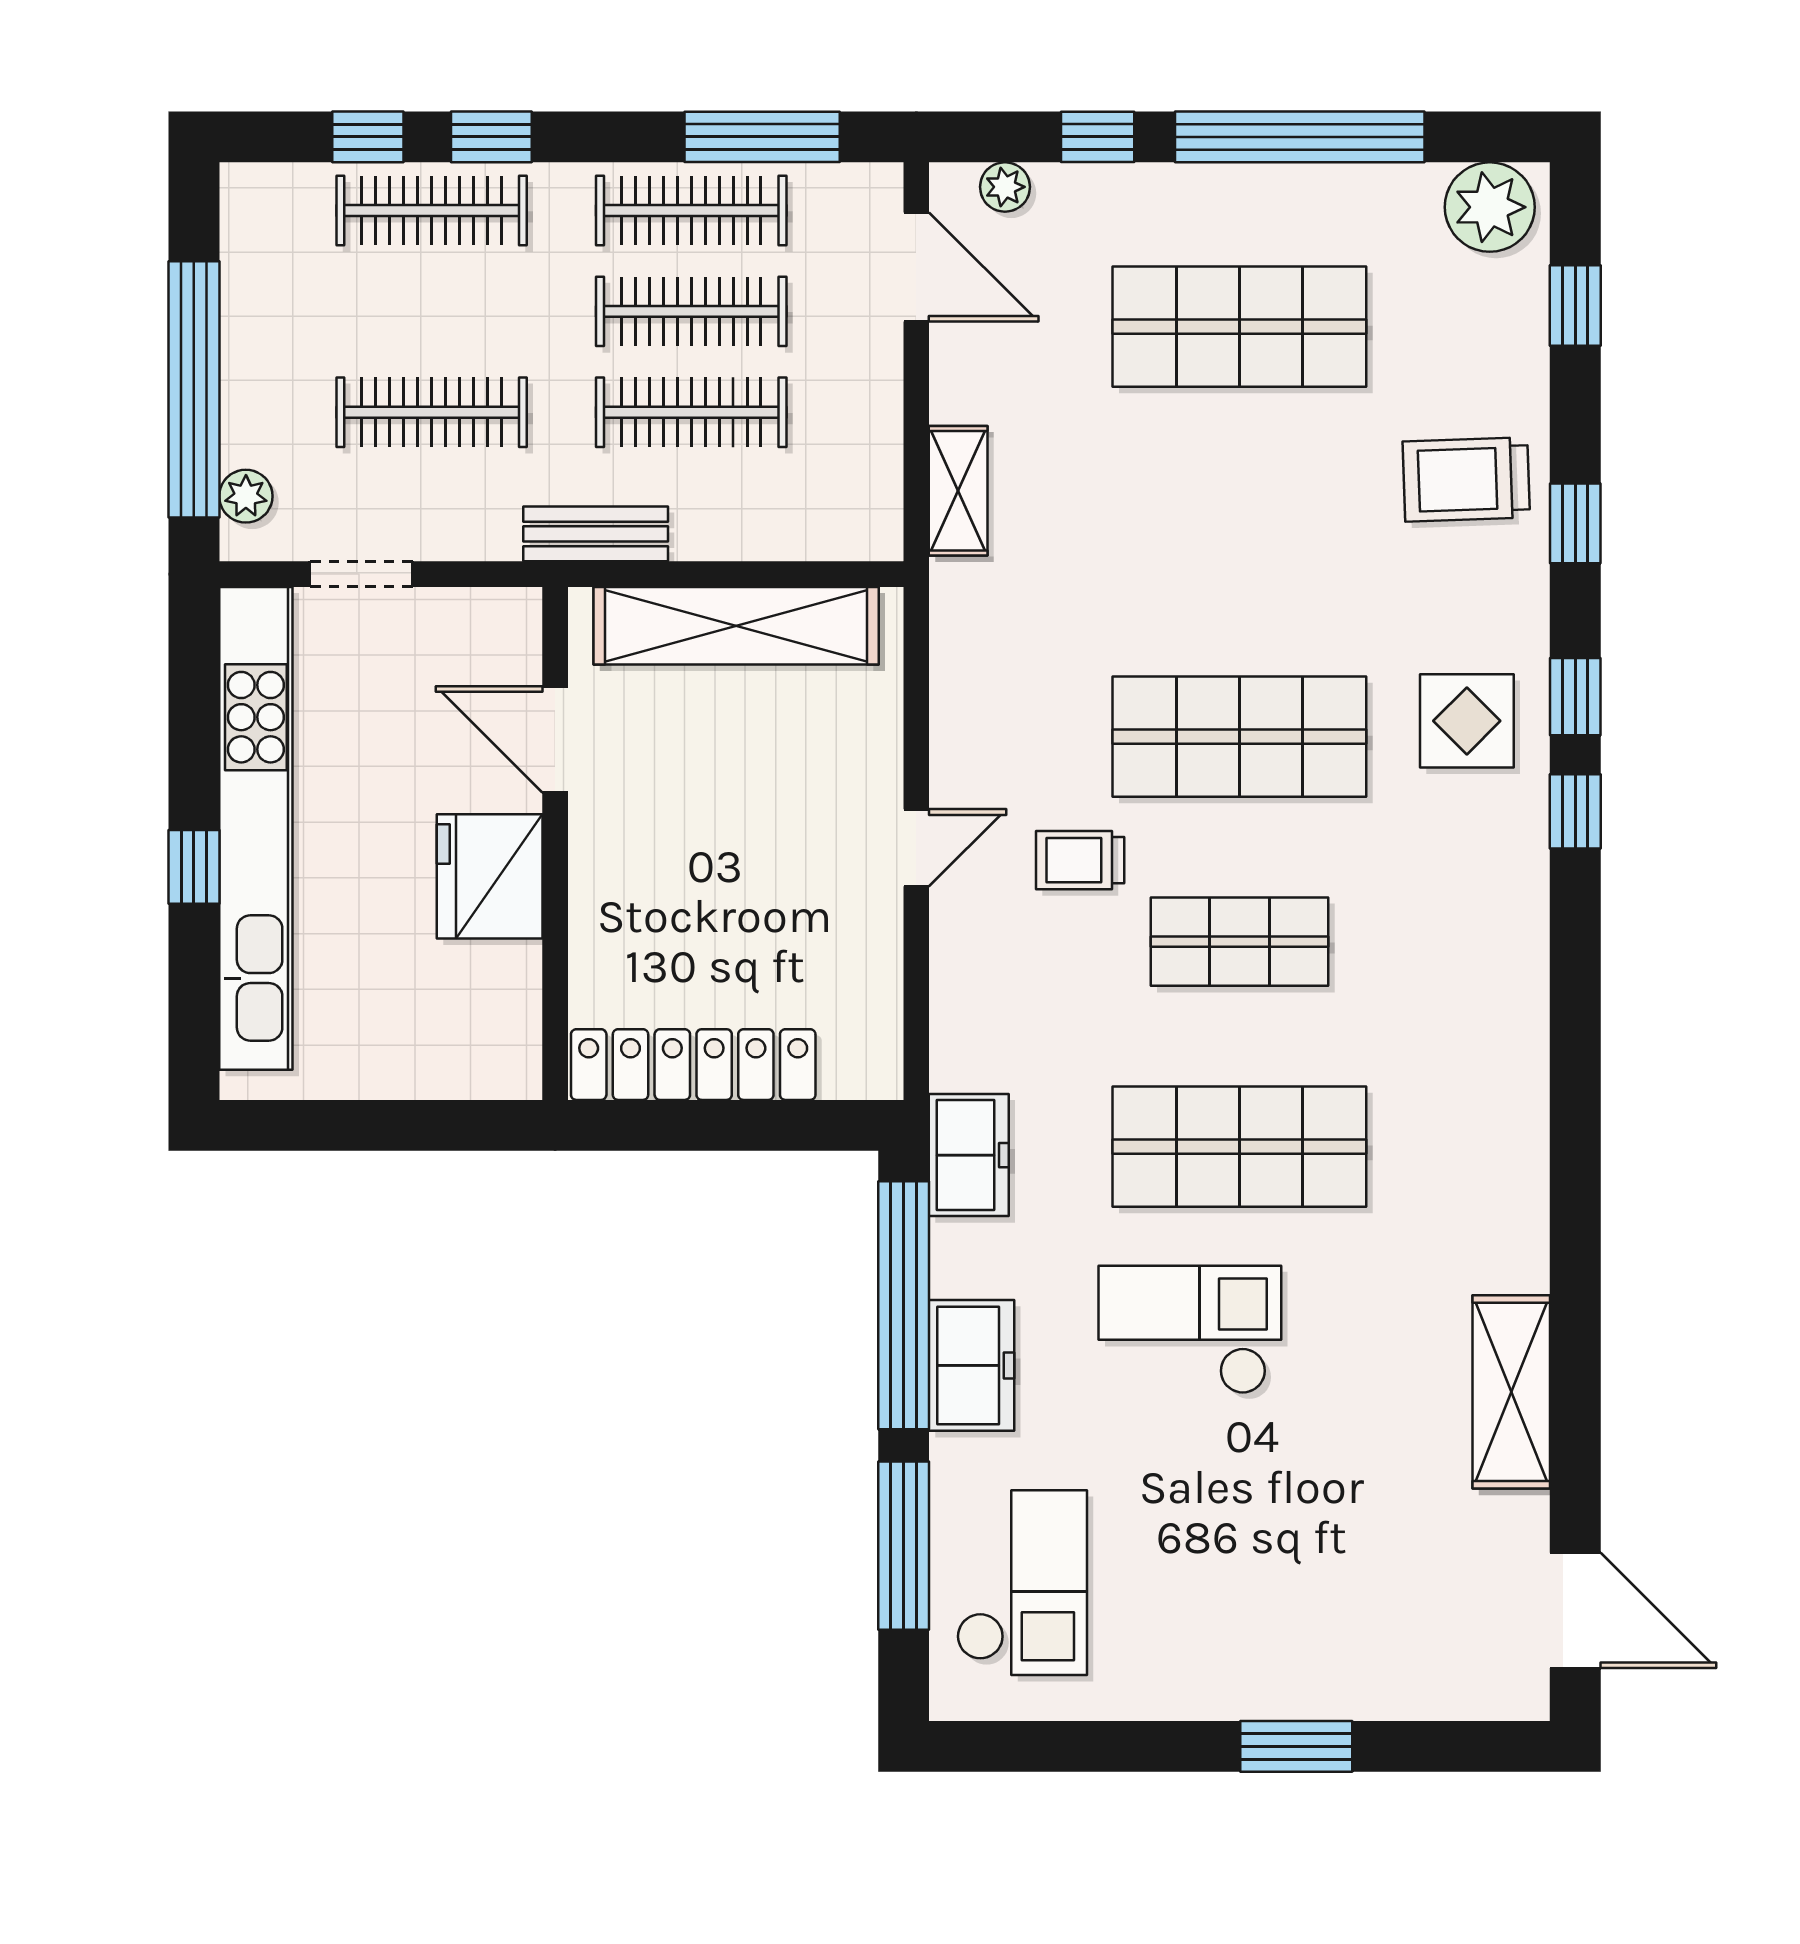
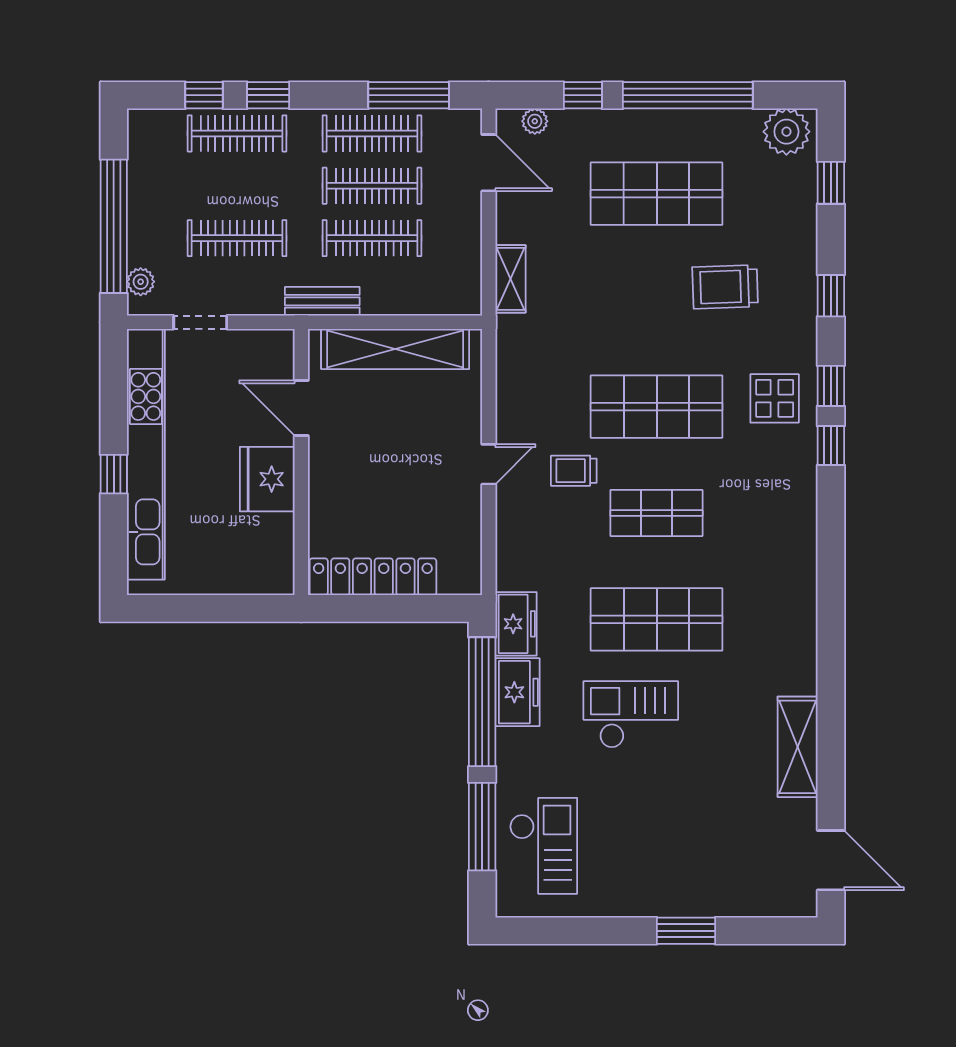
trolley: (1466, 479) -> (725, 287), moved
freezer: (972, 1365) -> (517, 692), moved

